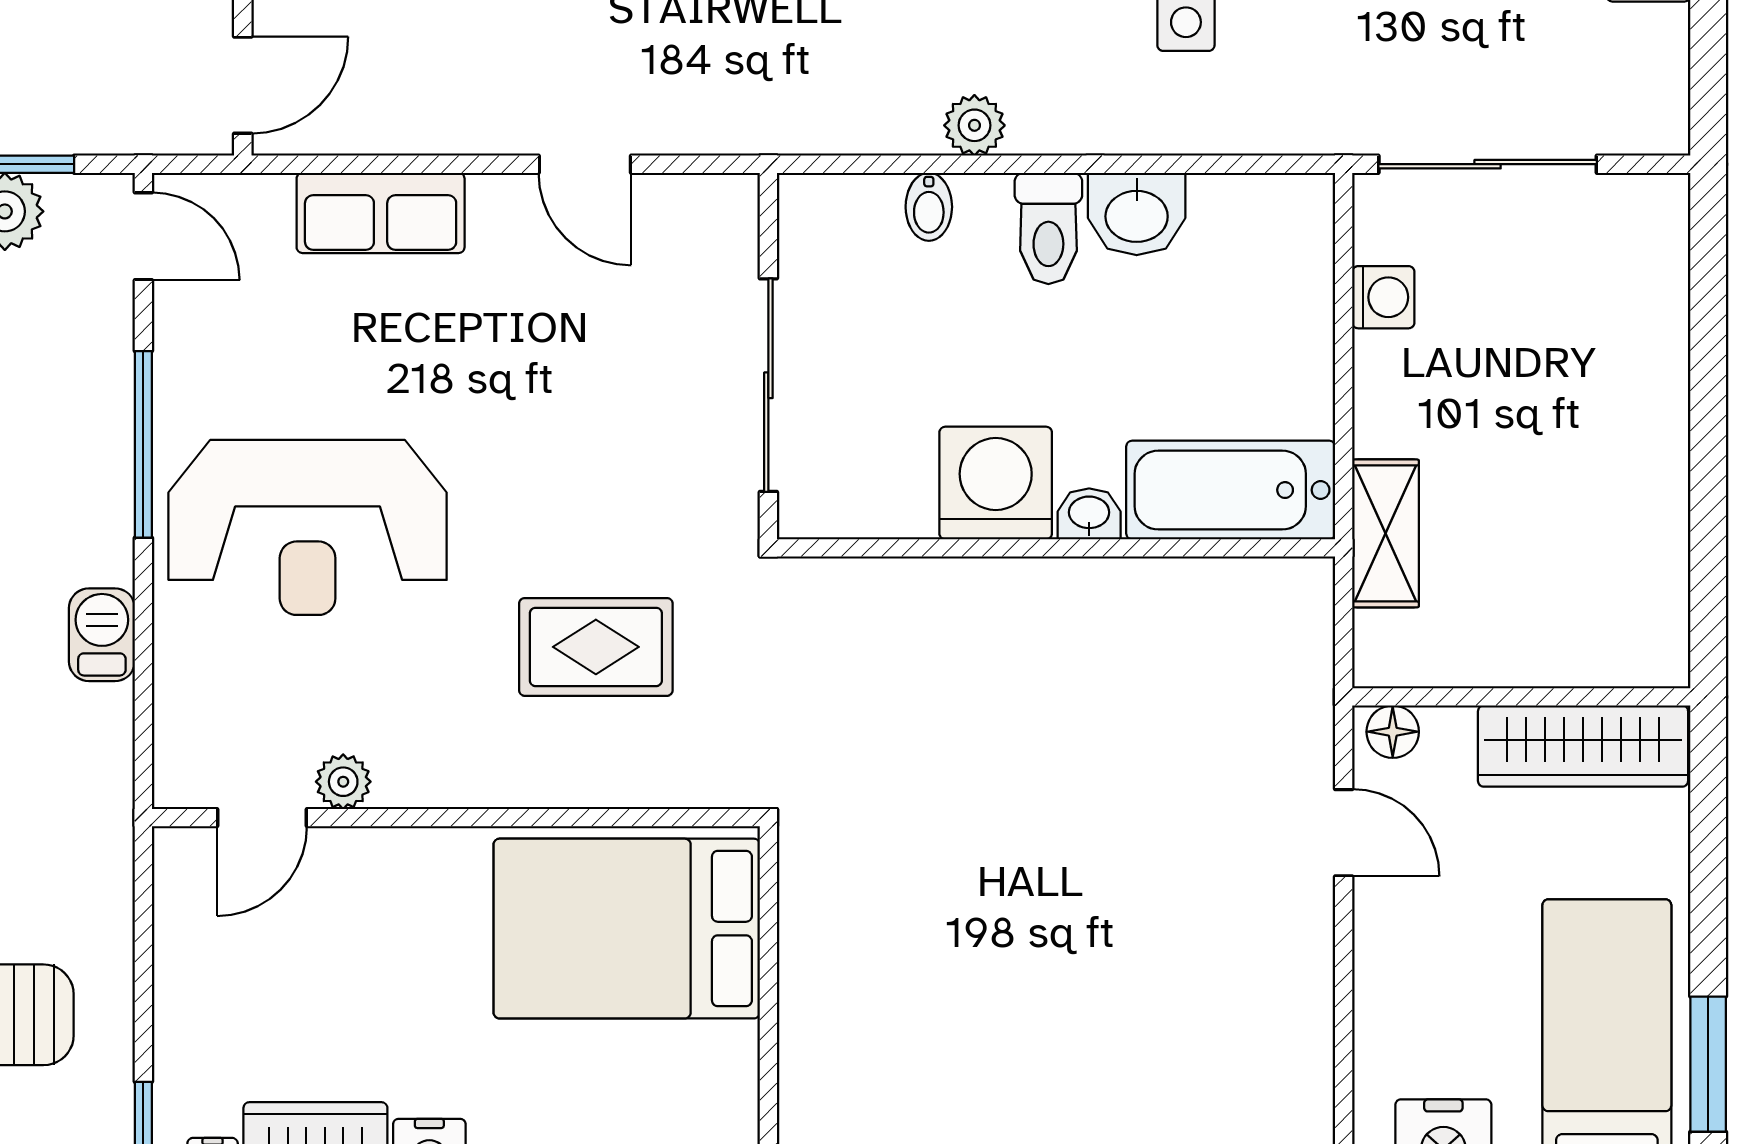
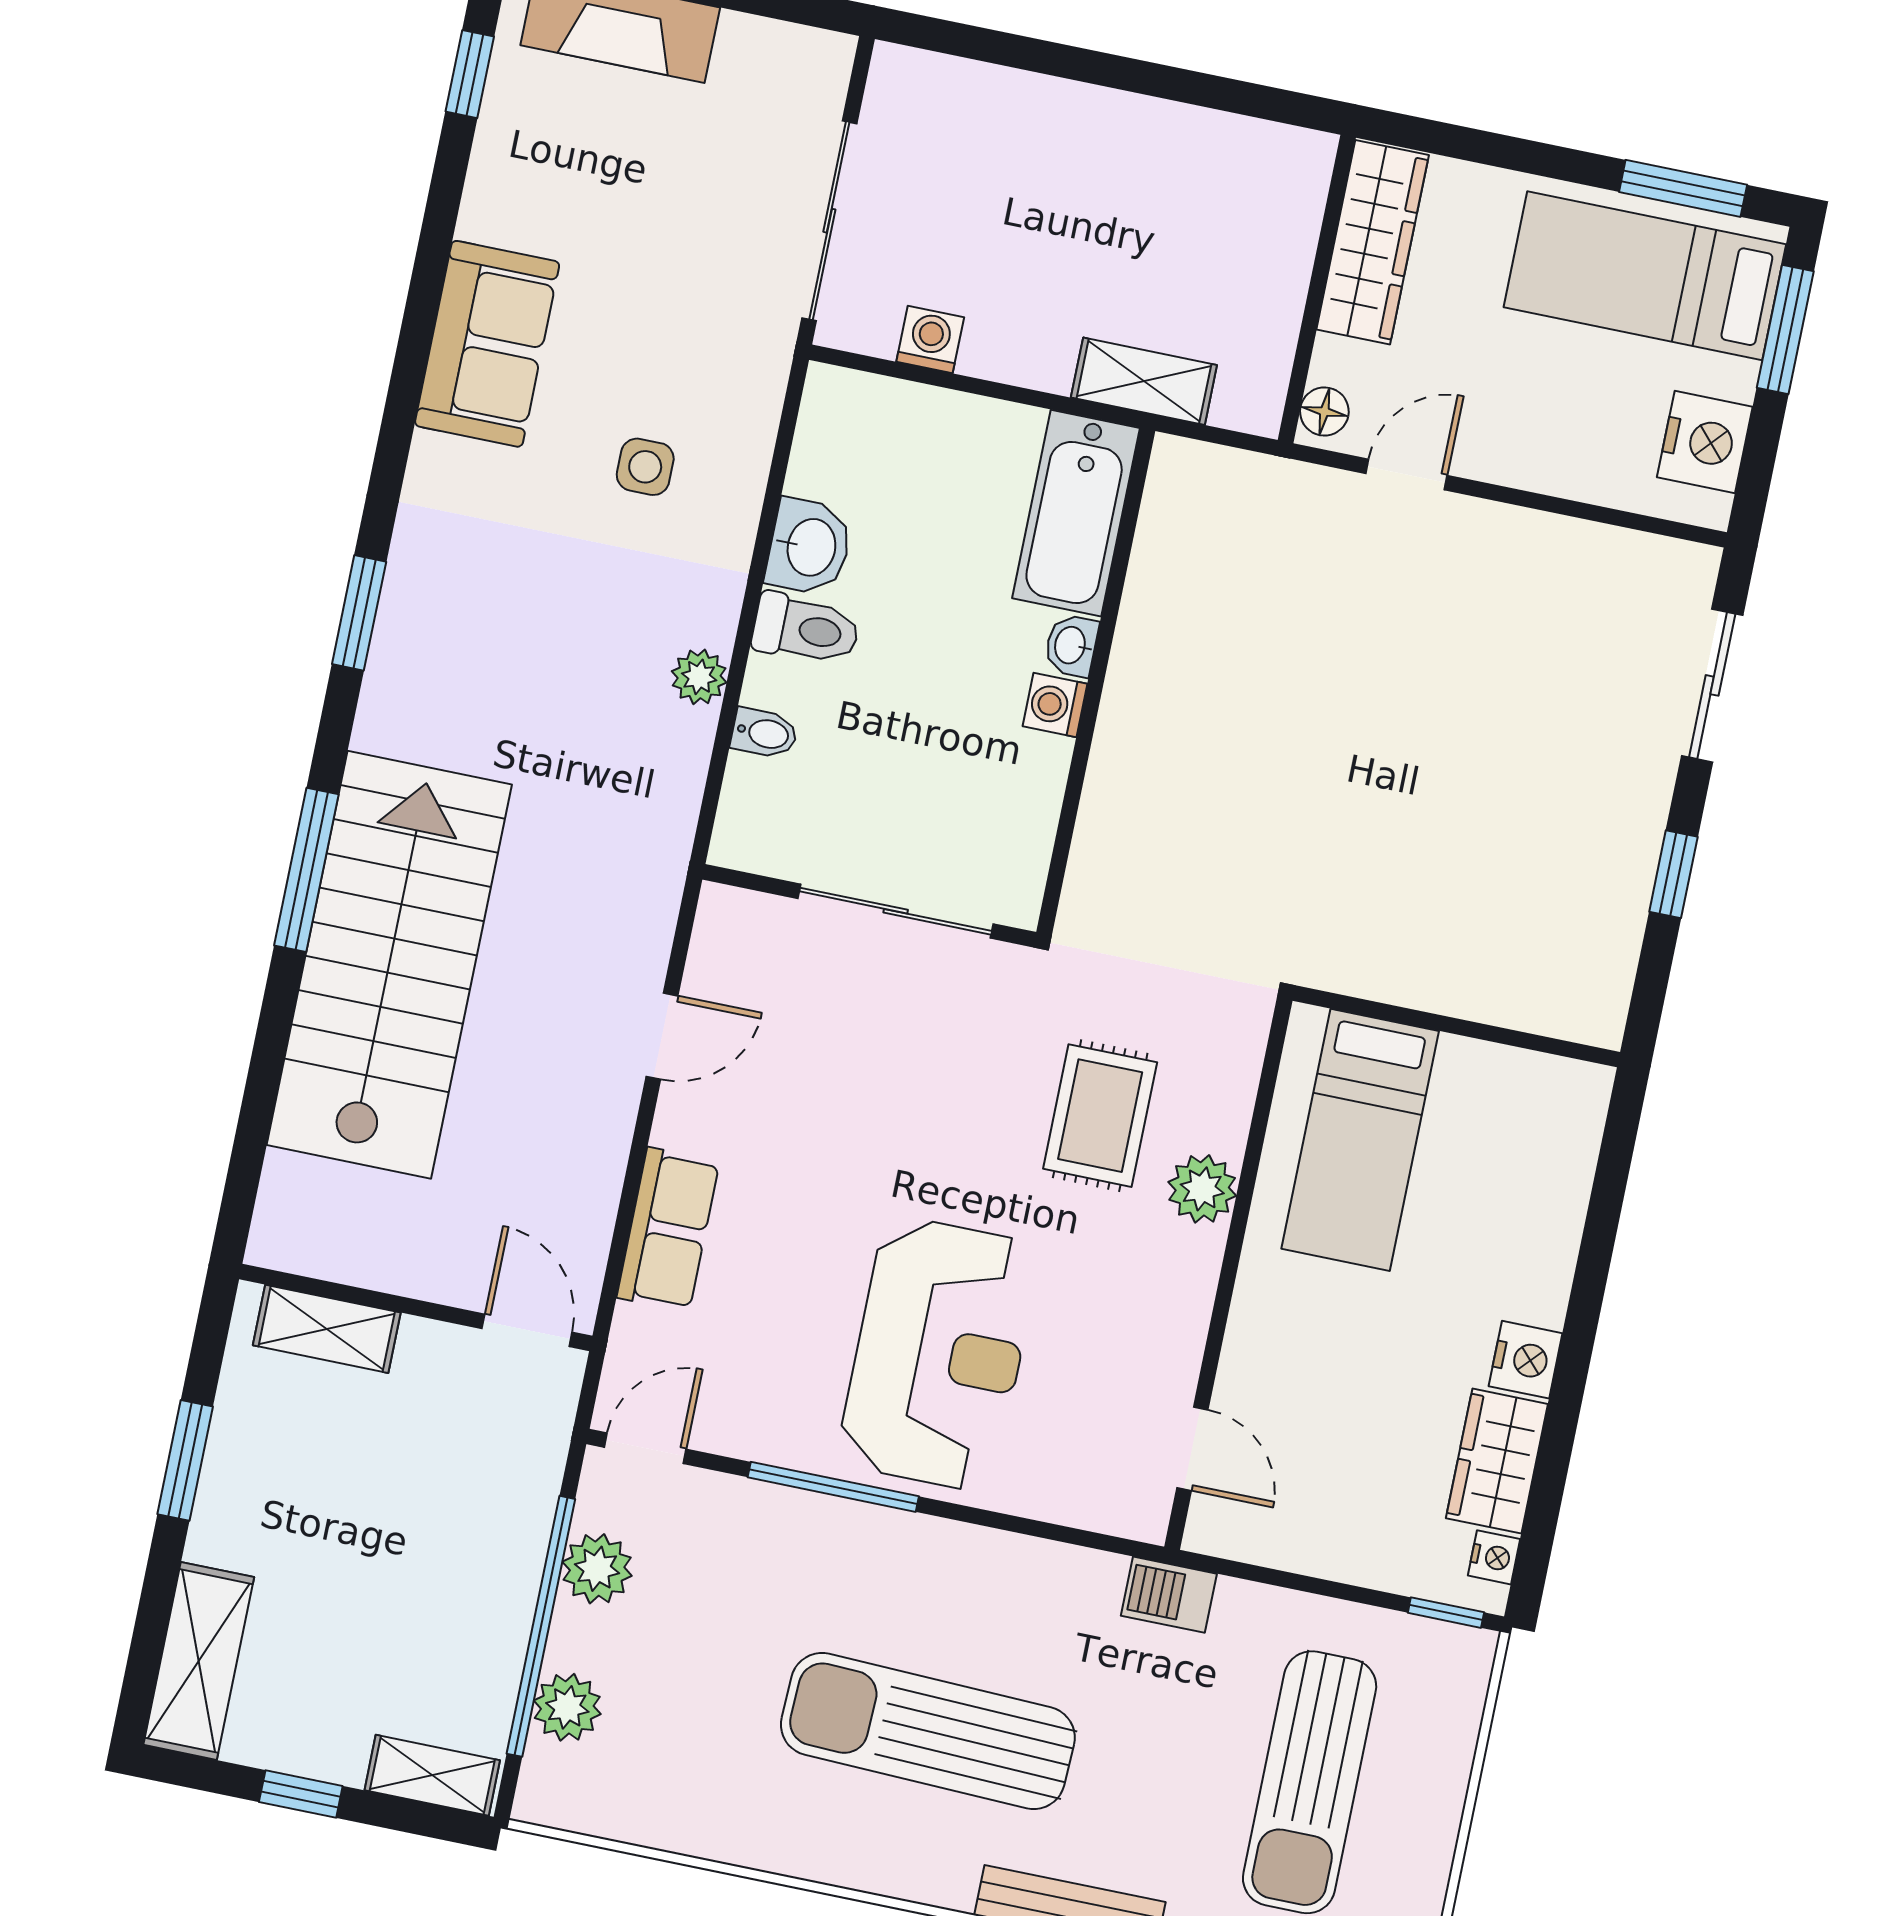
washing machine: (996, 483) -> (1055, 705), width x0.53, depth x0.53
barbecue: (102, 635) -> (1169, 1595), moved
plant: (343, 782) -> (1202, 1189), moved, width x1.38, depth x1.38
bed: (627, 929) -> (1360, 1140), width x0.67

